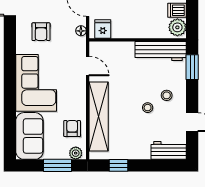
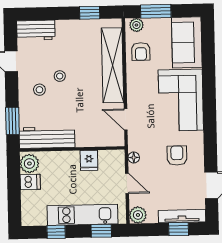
fridge: (103, 29) -> (89, 160), moved

